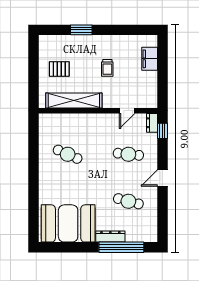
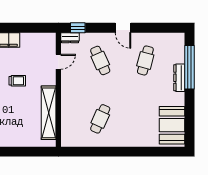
pallet: (59, 69) -> (18, 127), removed
door: (127, 111) -> (58, 62), hinge flipped
cafe table: (128, 154) -> (100, 60), turned -30
booth: (68, 223) -> (172, 125), width x0.73, depth x0.70

